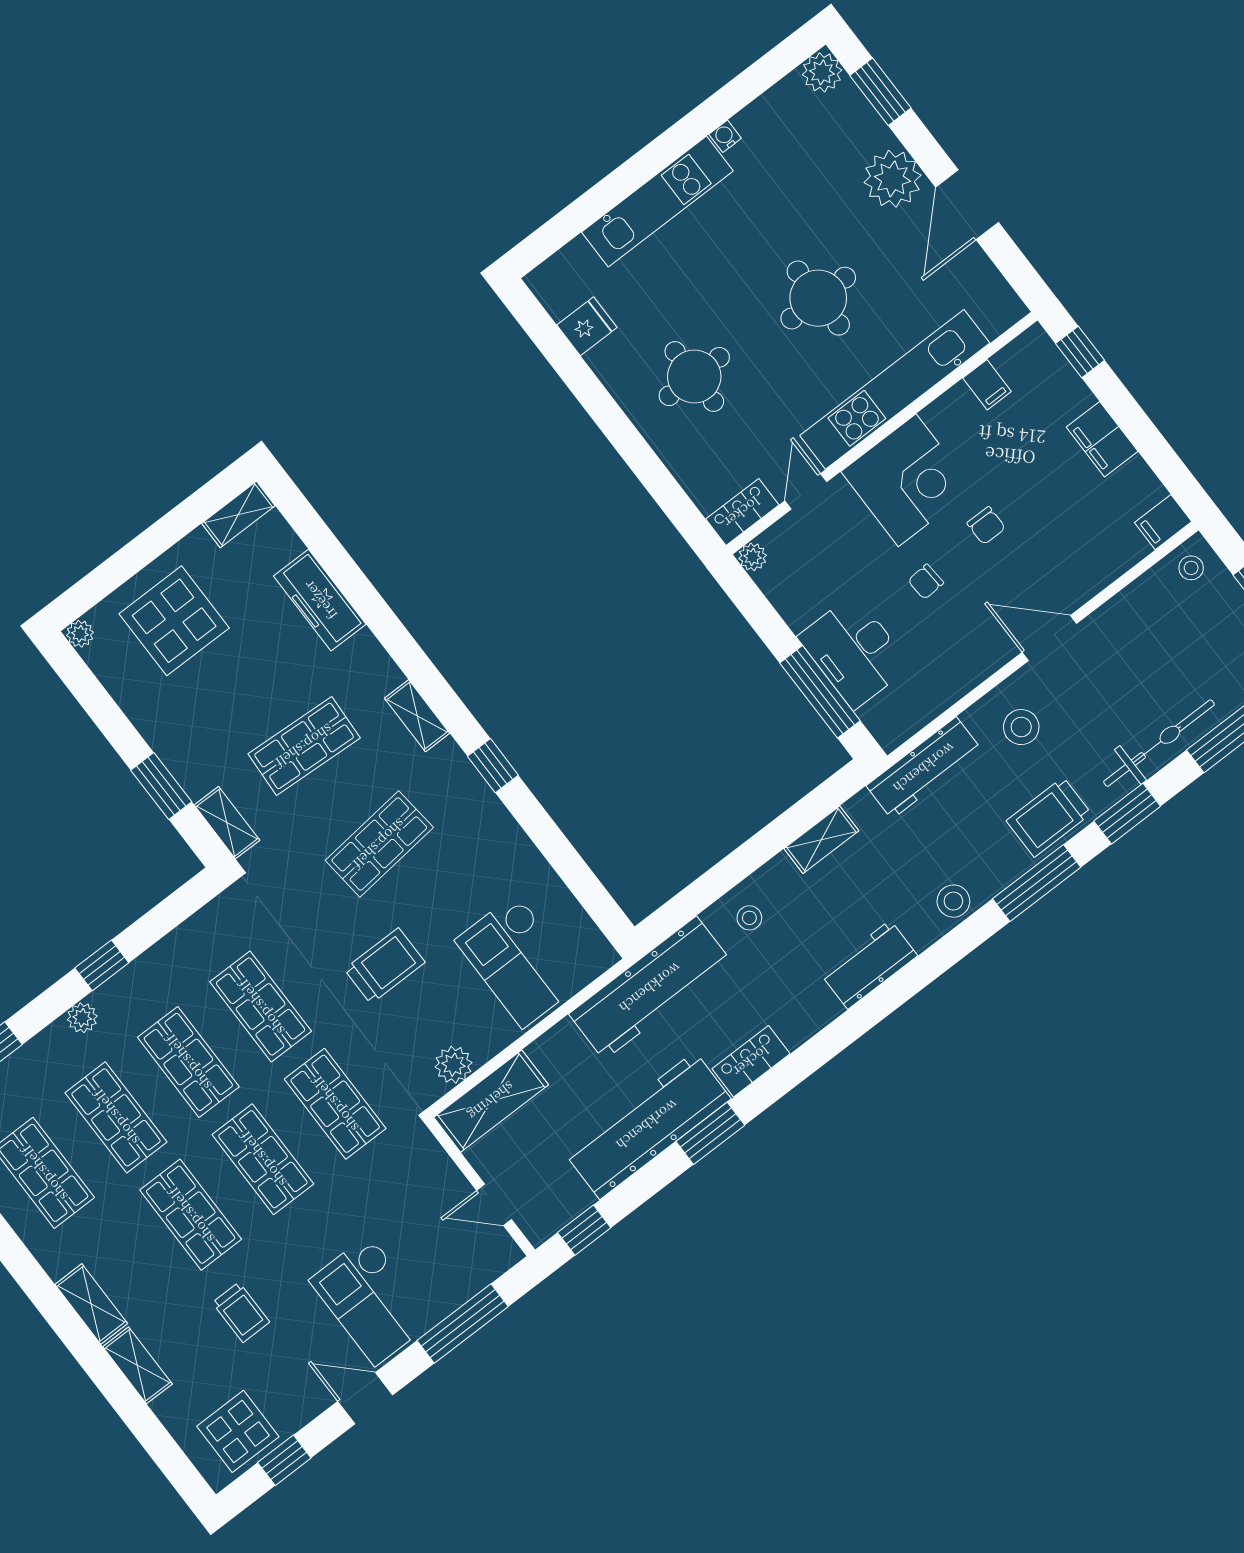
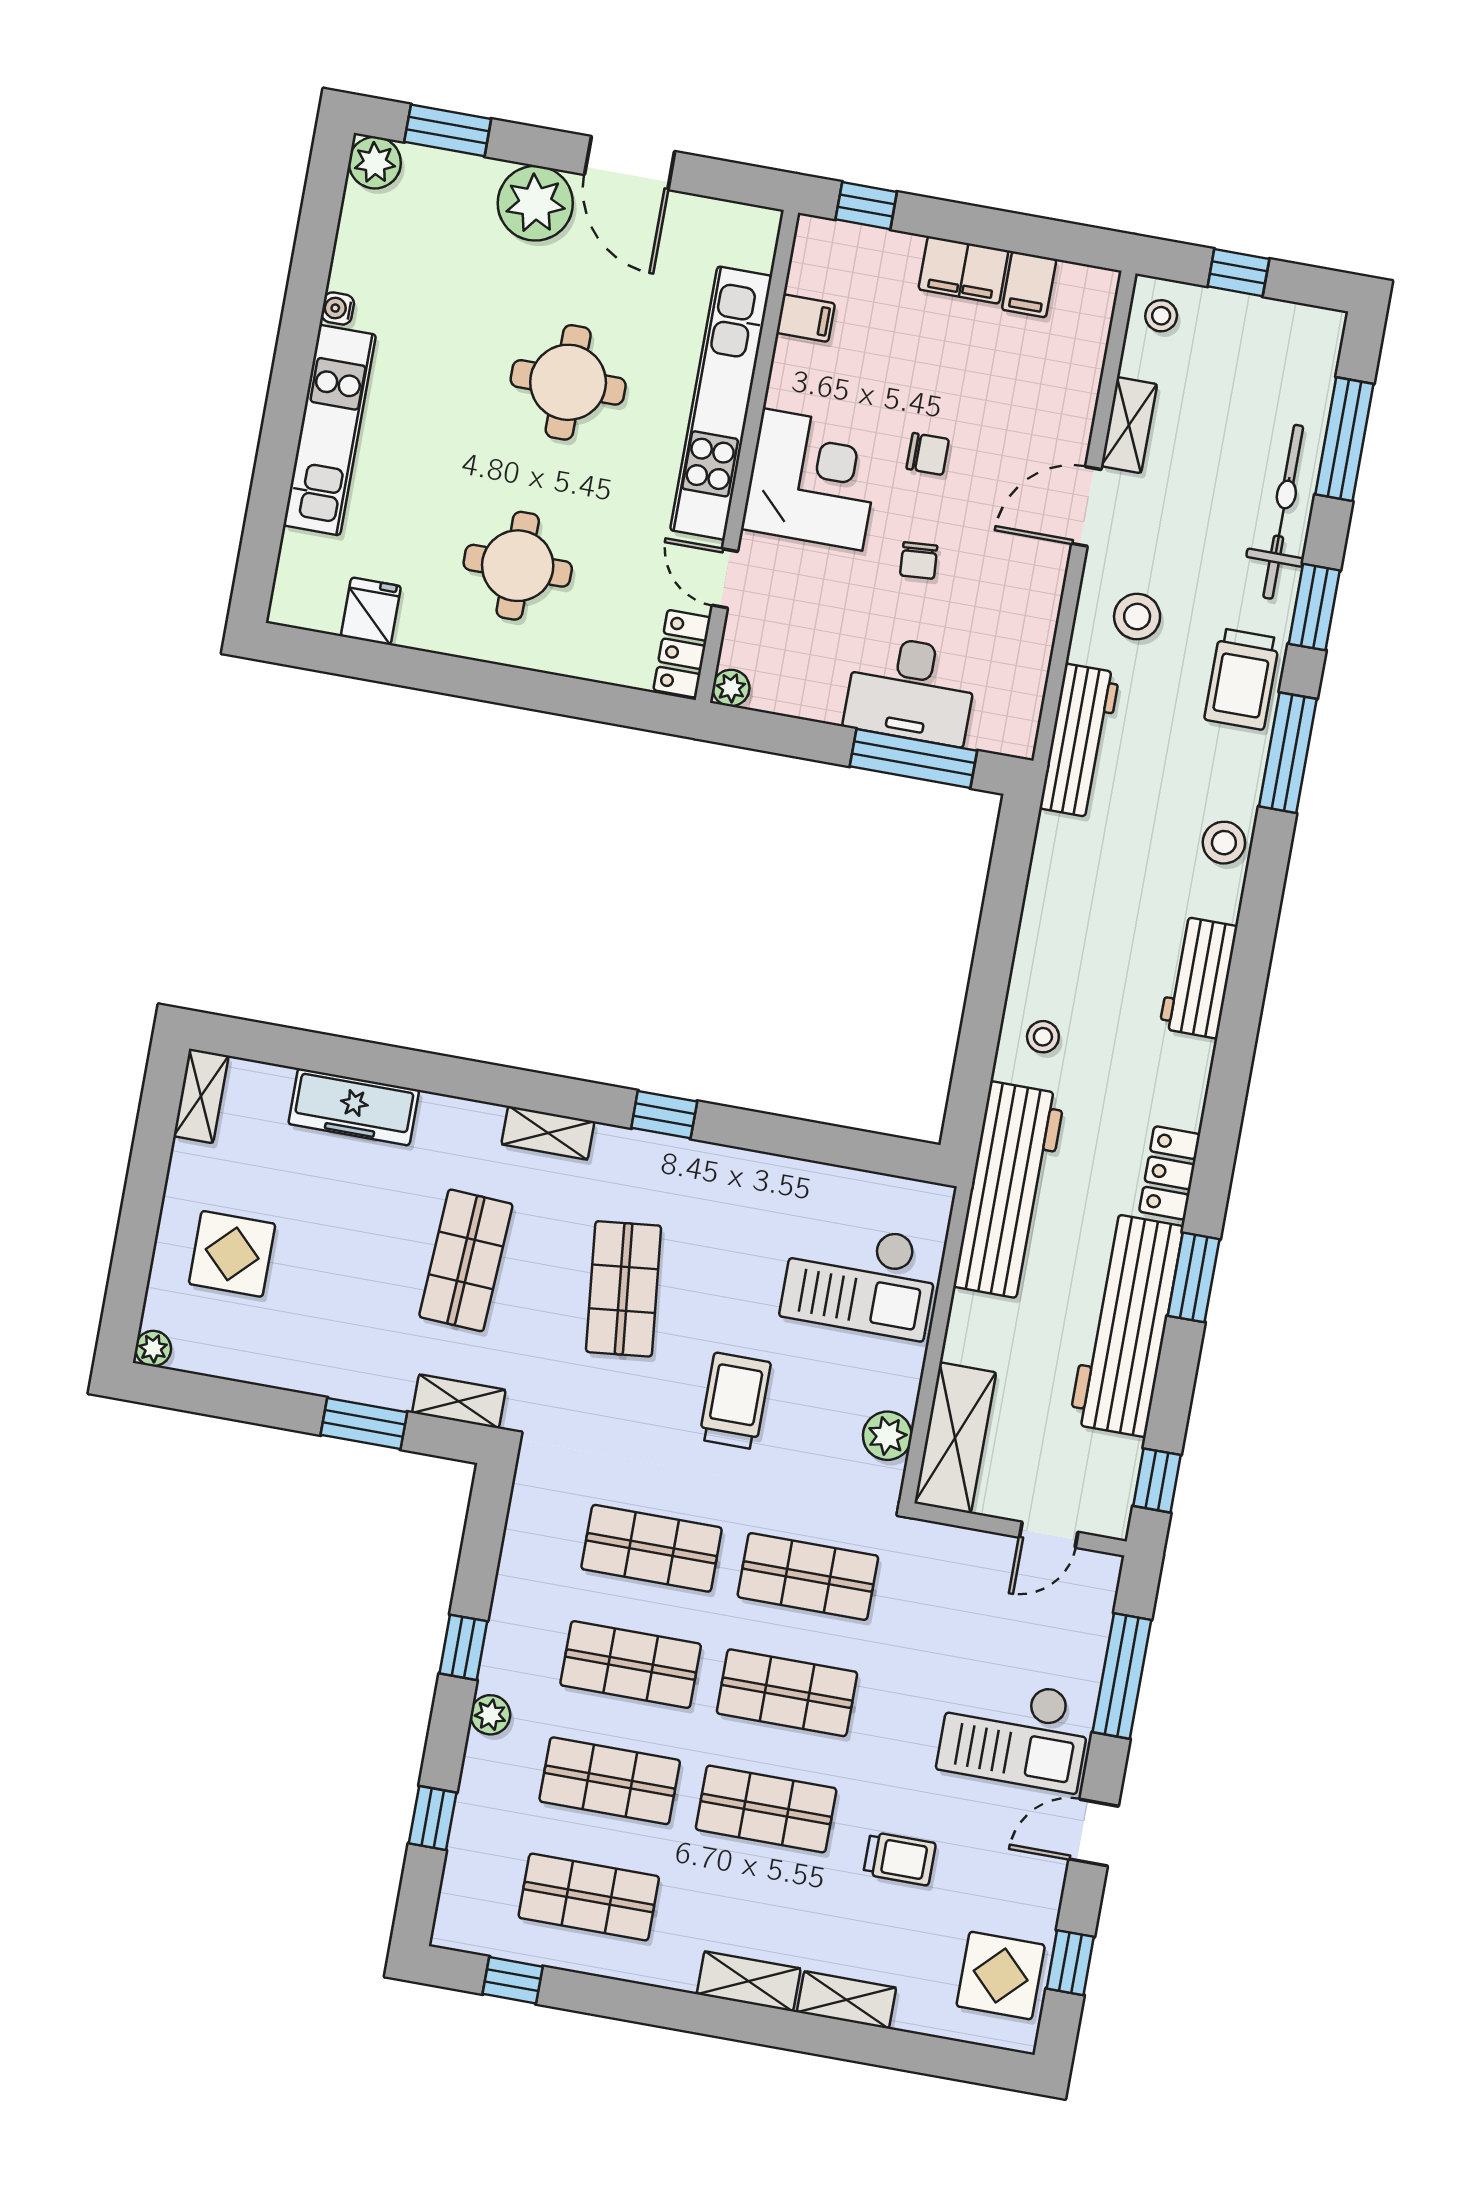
filing cabinet: (1163, 522) -> (1029, 284), moved
display table: (174, 621) -> (232, 1254), width x0.73, depth x0.73
shelving: (821, 840) -> (1129, 425), moved

